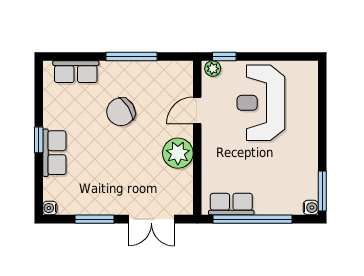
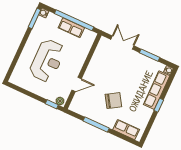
reception desk: (261, 103) -> (47, 61), moved
row of seats: (54, 153) -> (157, 90), width x1.48
plant: (178, 153) -> (95, 68), removed
row of seats: (231, 204) -> (71, 28), moved

